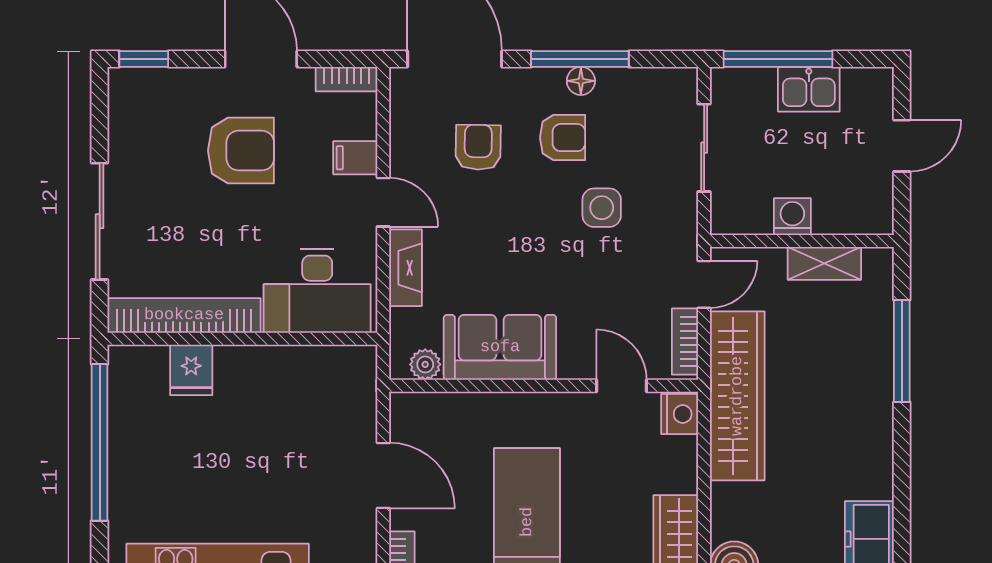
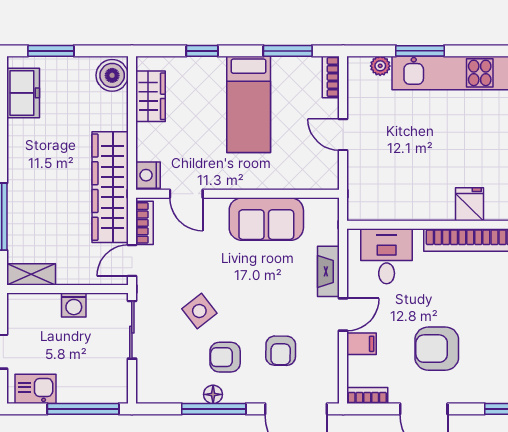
kitchen sink: (809, 89) -> (35, 389), moved
sliding door: (704, 148) -> (132, 330), moved
door: (383, 202) -> (343, 315), swing flipped
side table: (602, 208) -> (199, 311), turned -38
shelving: (824, 263) -> (31, 274), moved
desk: (317, 291) -> (387, 256), width x0.73
plant: (425, 364) -> (316, 208), removed
door: (383, 475) -> (343, 135), width x0.73

